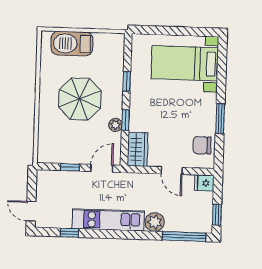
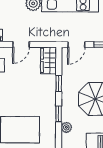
plant: (115, 125) -> (66, 127), moved
door: (172, 171) -> (21, 44), swing flipped

